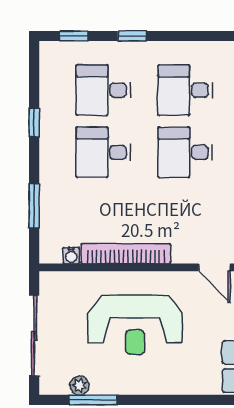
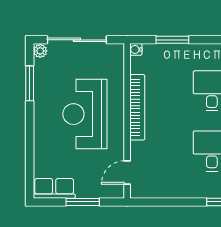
water cooler: (71, 256) -> (136, 49), moved
plant: (79, 386) -> (40, 51), moved

